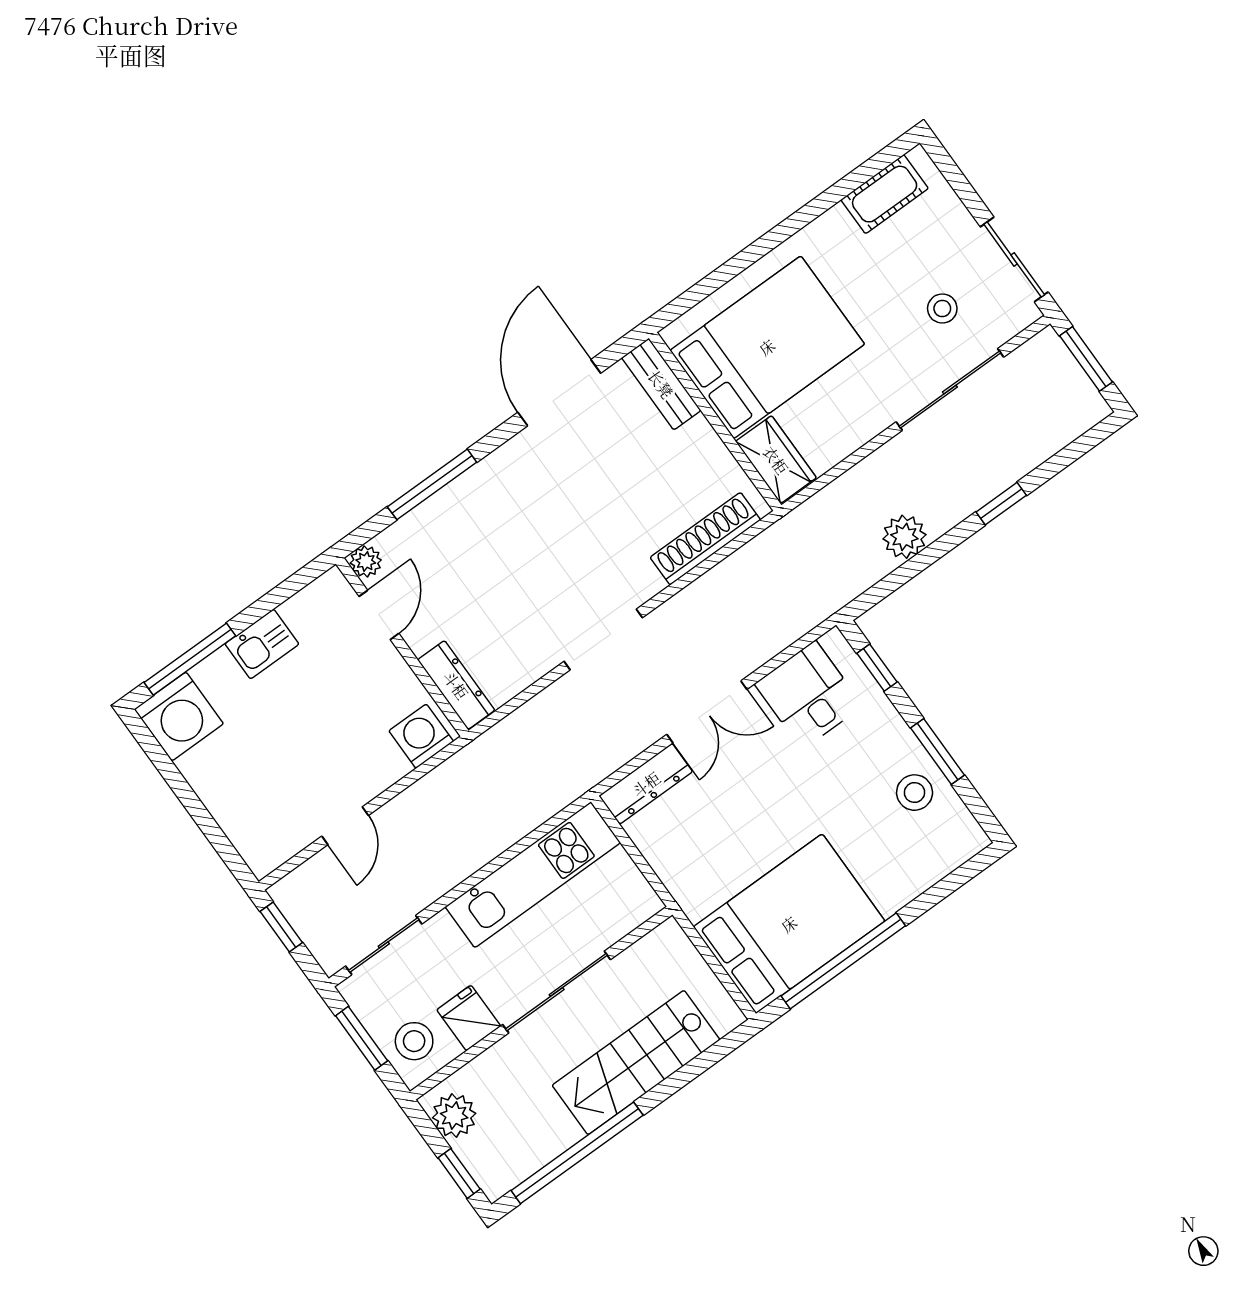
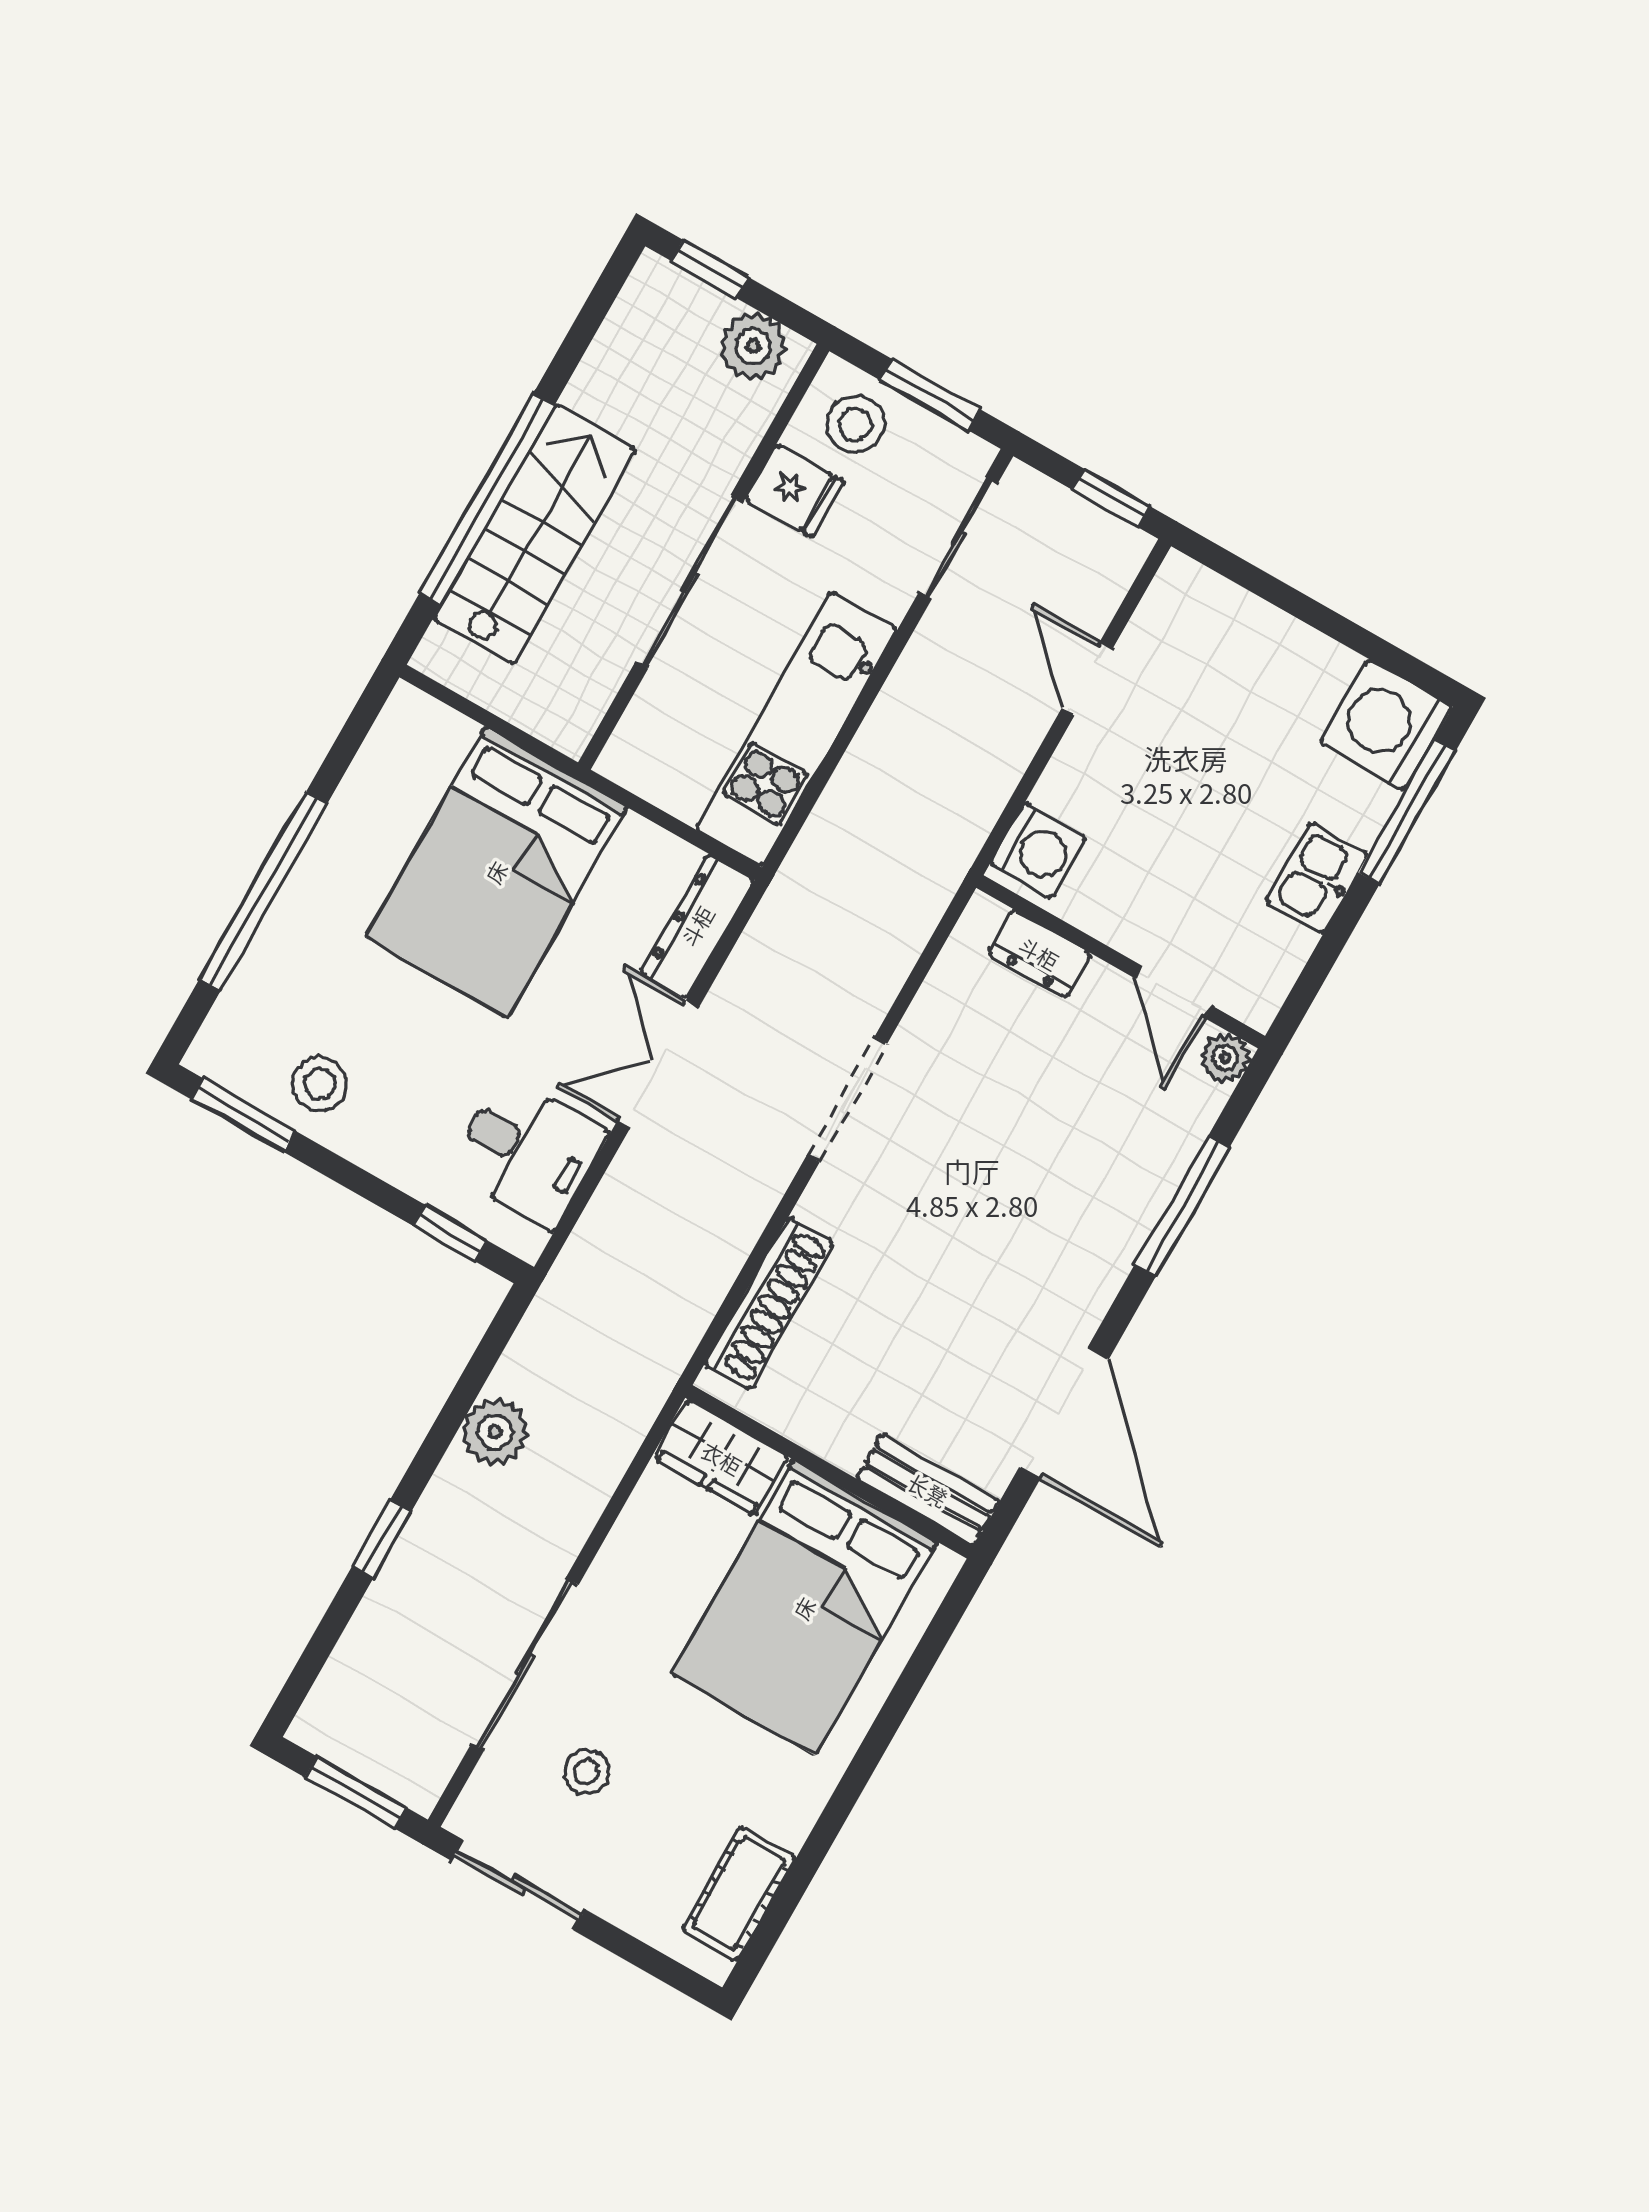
dresser: (456, 685) -> (1039, 953), width x0.70
window: (937, 752) -> (244, 1115), moved
bed: (789, 924) -> (496, 872), moved
window: (843, 961) -> (264, 891), moved
window: (577, 1153) -> (487, 499), moved

